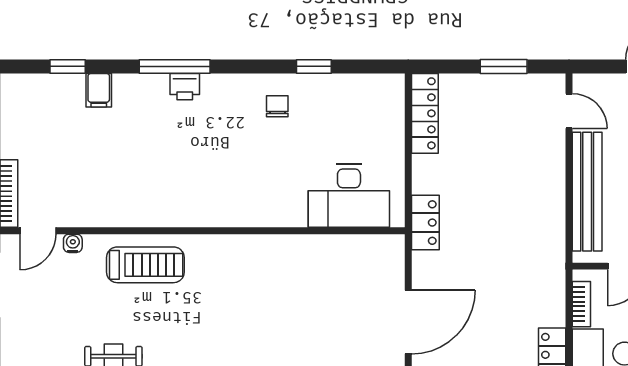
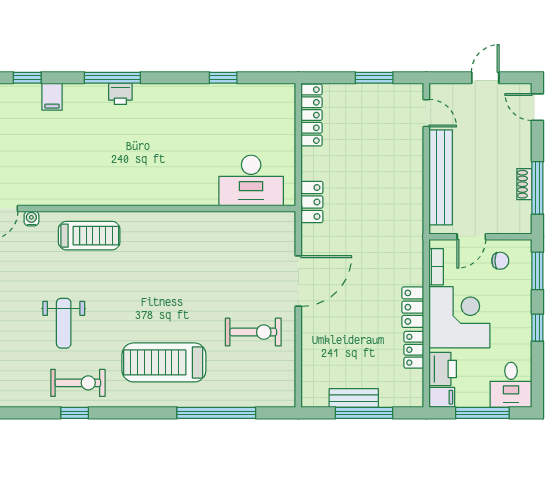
chair: (277, 106) -> (194, 109), removed

